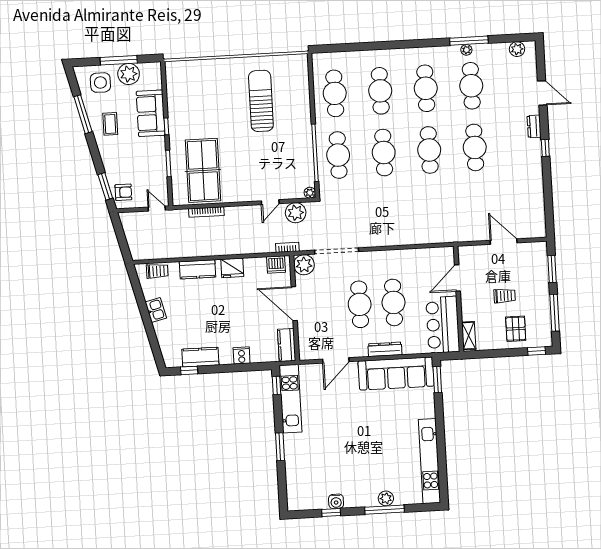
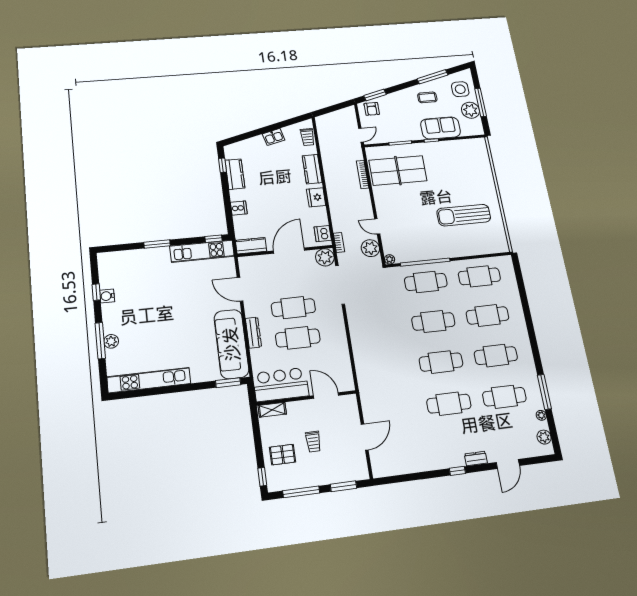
plant: (466, 50) -> (541, 415), moved
sun lounger: (261, 101) -> (464, 215), turned 180

